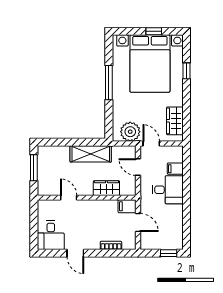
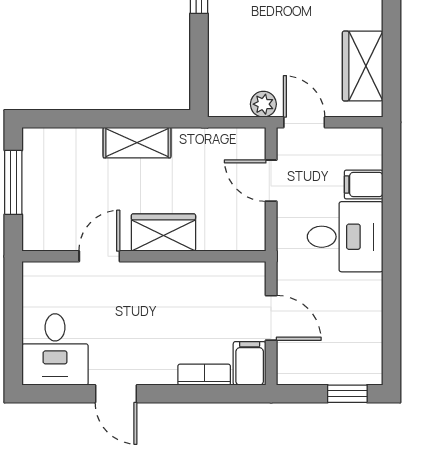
plant: (130, 132) -> (263, 104), width x0.53, depth x0.53
shelving: (91, 154) -> (137, 143), width x0.67, depth x0.75
wardrobe: (106, 188) -> (163, 233), moved
door: (69, 198) -> (99, 256), hinge flipped
filing cabinet: (127, 206) -> (250, 363), moved, turned 90

